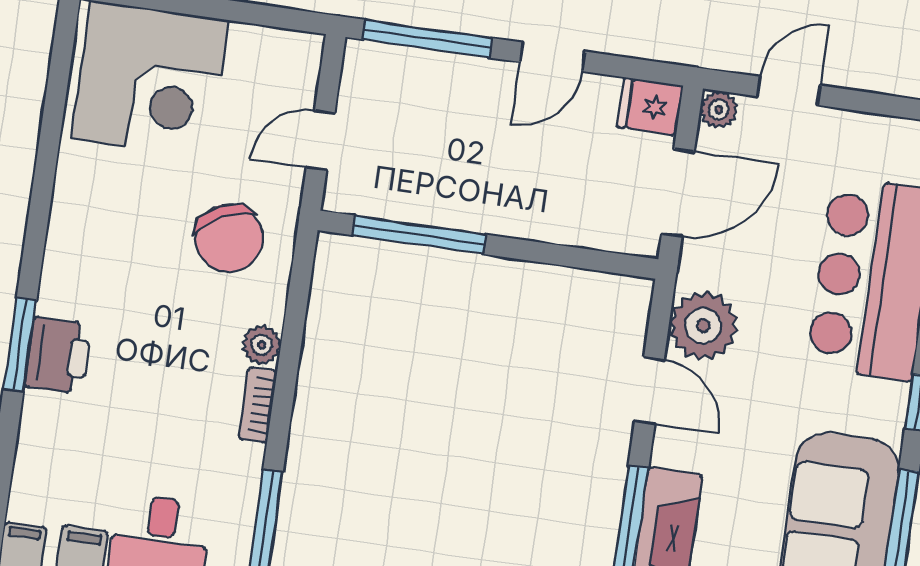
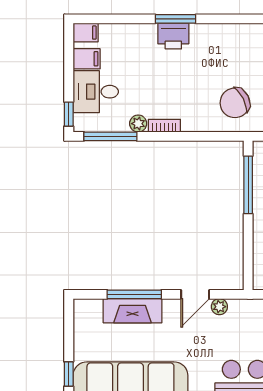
plant: (703, 326) -> (219, 307), width x0.53, depth x0.53
plant: (262, 345) -> (138, 124), moved

